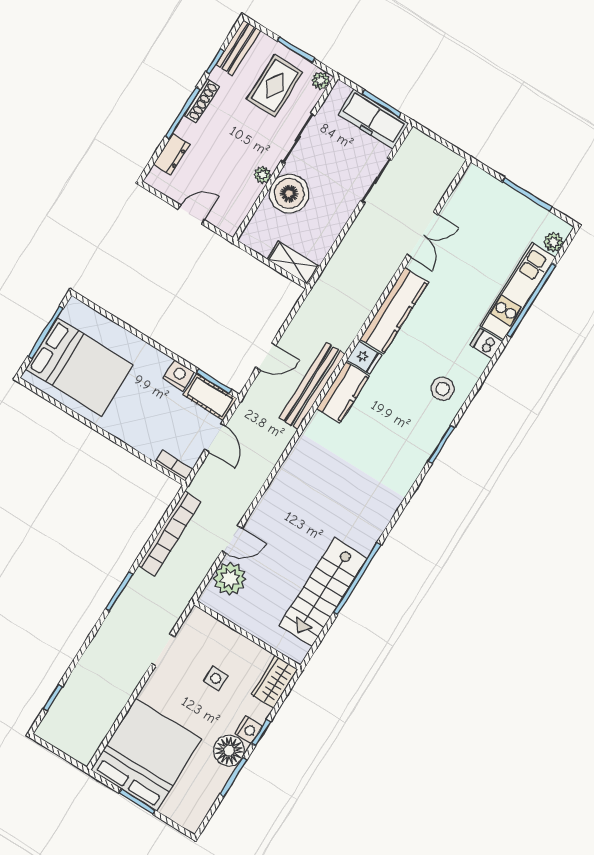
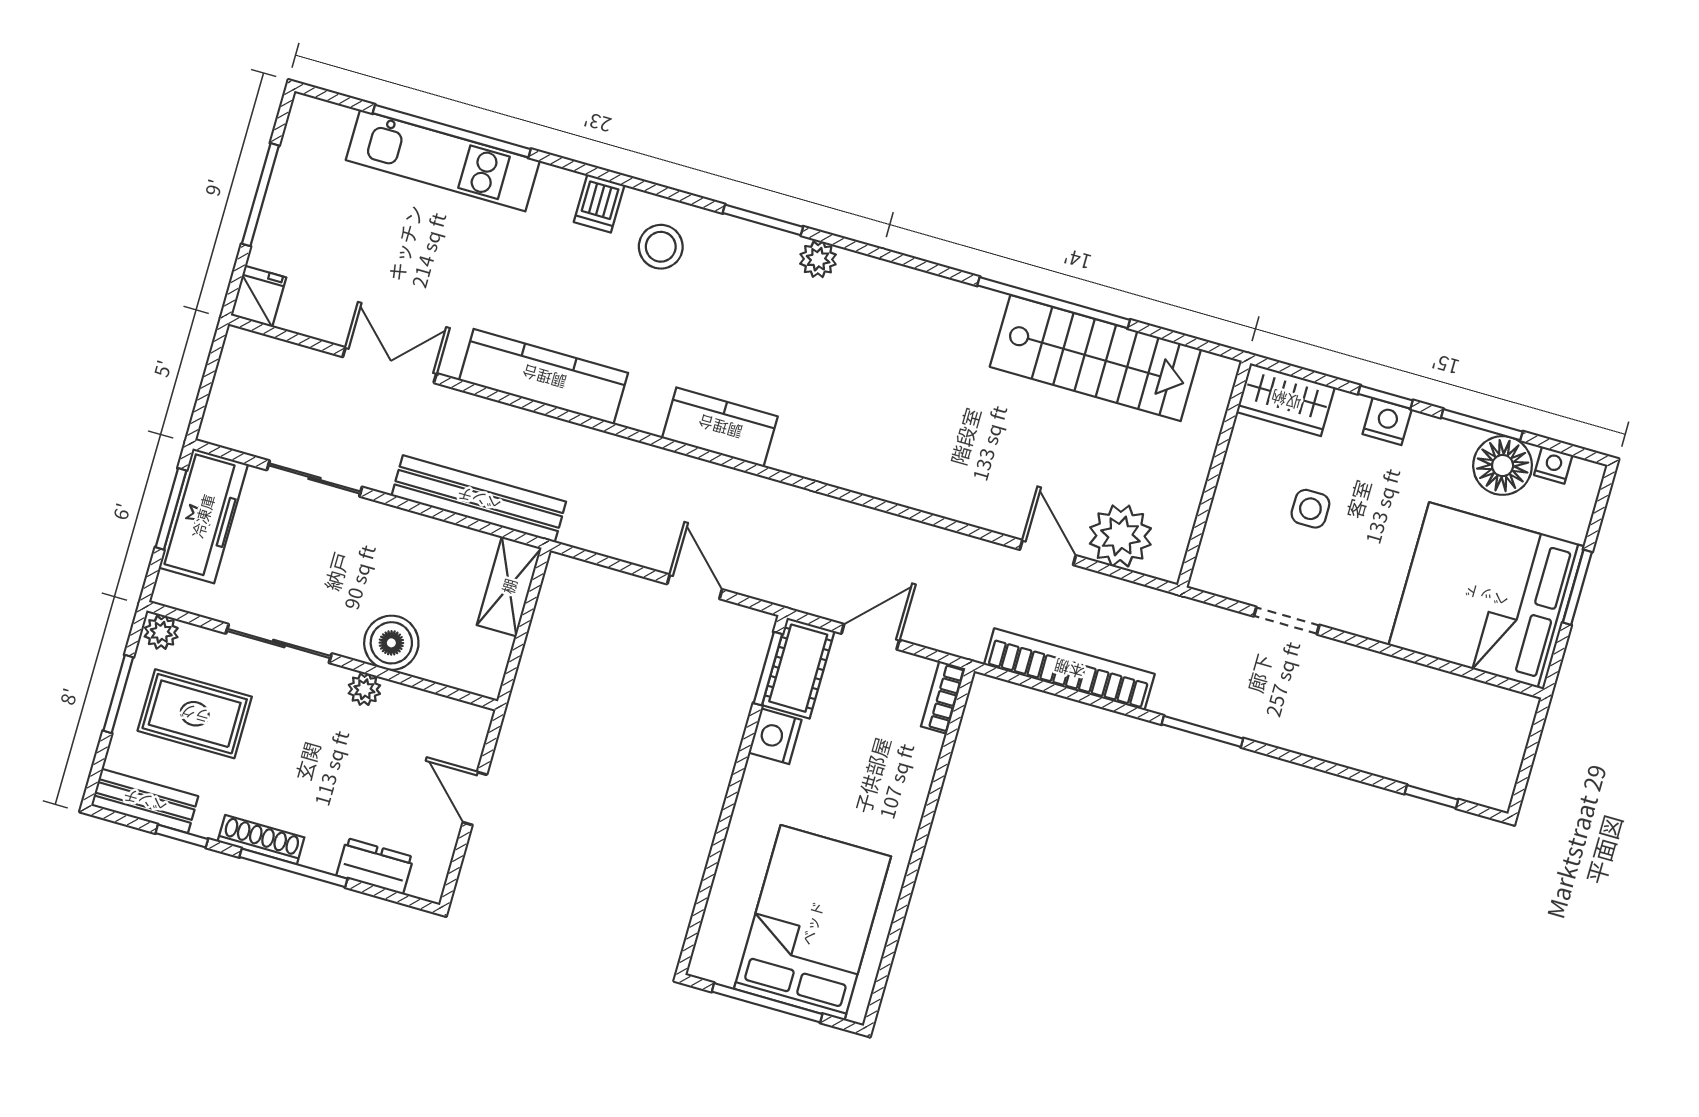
boiler: (289, 194) -> (391, 643), width x0.73, depth x0.73
plant: (553, 242) -> (818, 259), moved
dishwasher: (486, 343) -> (599, 204), moved
fridge: (364, 357) -> (258, 296), moved
bench: (312, 386) -> (479, 499), moved
floor lamp: (229, 751) -> (1503, 466), moved
nightstand: (202, 807) -> (1553, 465), added

